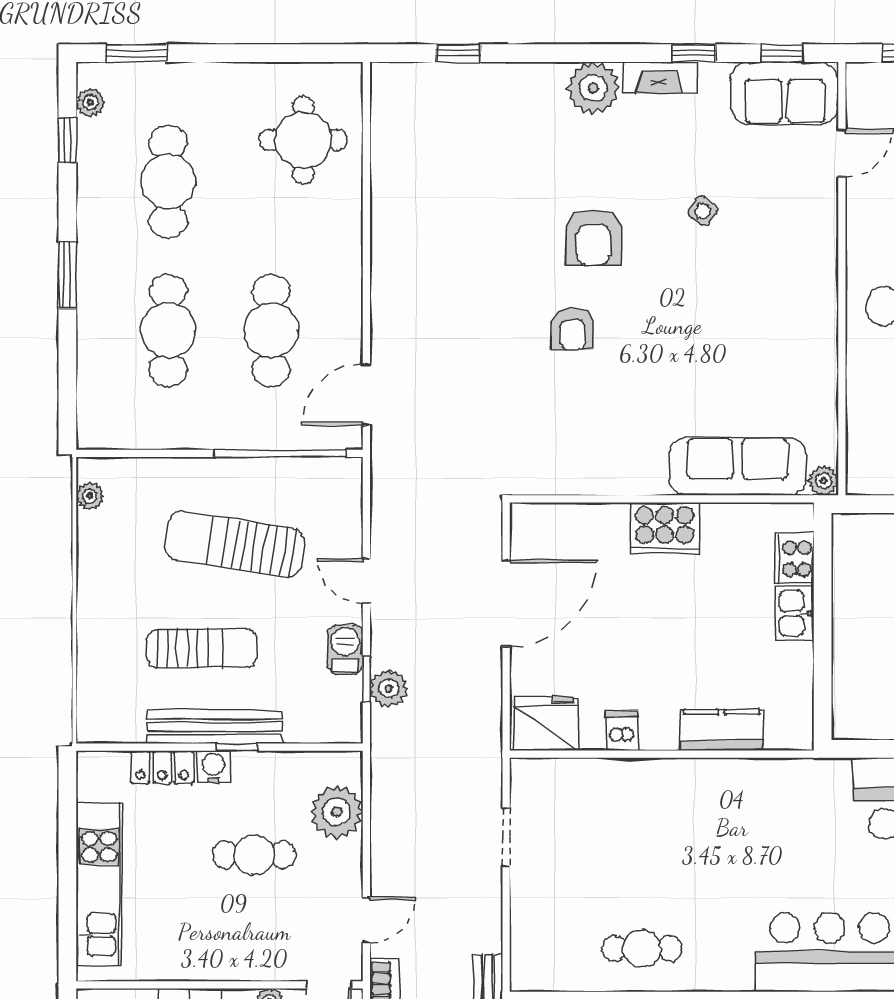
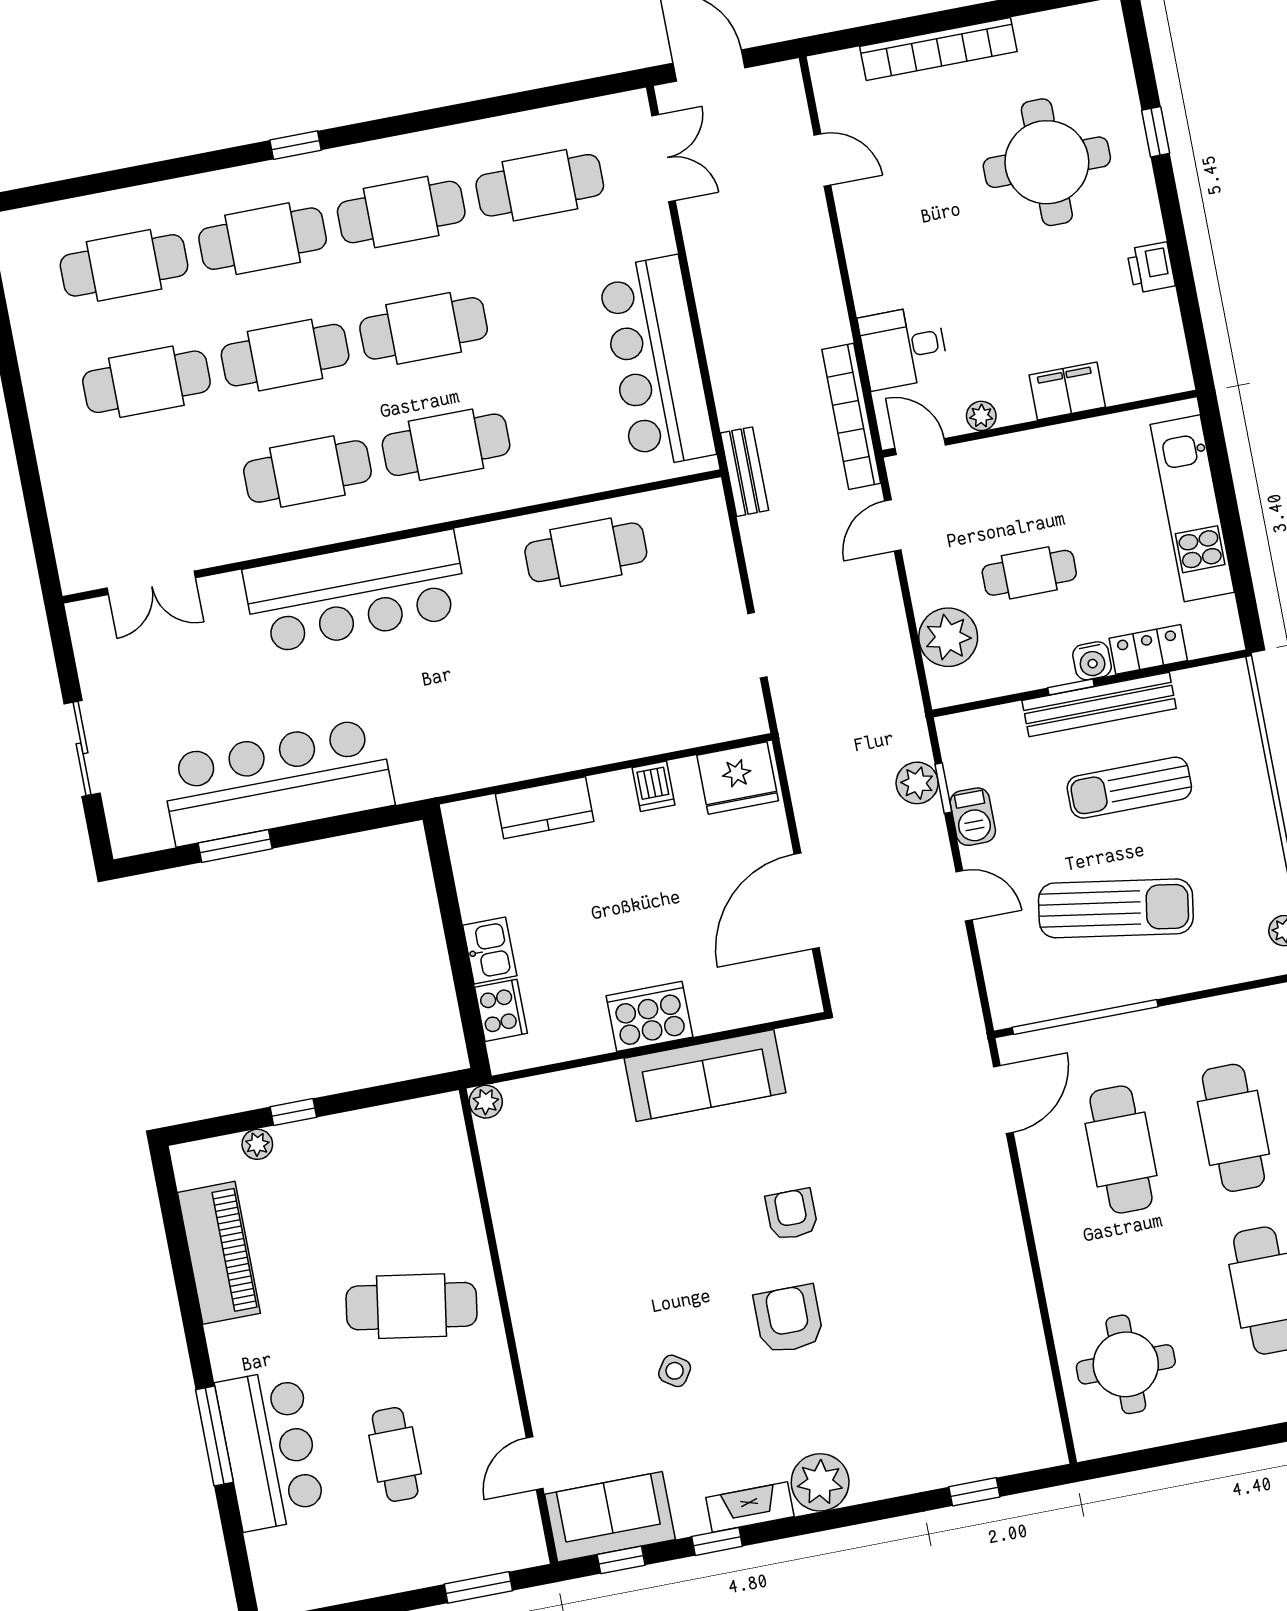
sofa: (738, 466) -> (705, 1076), moved
cafe table: (642, 948) -> (586, 552), width x1.37, depth x1.35

